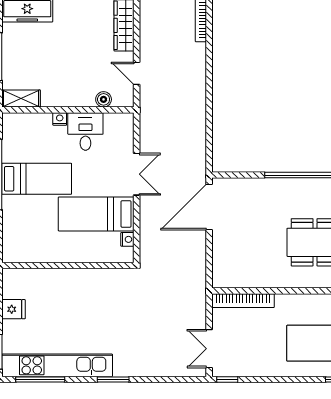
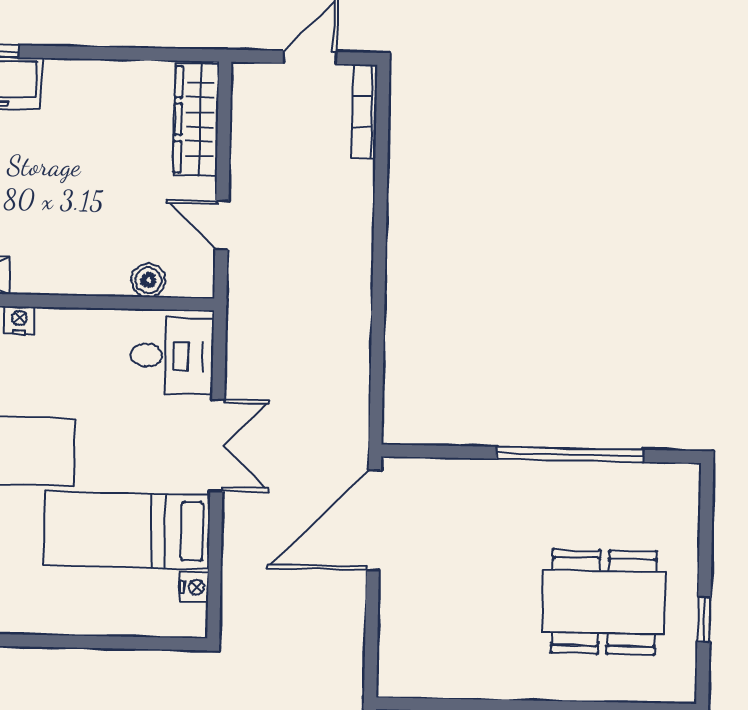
nightstand: (60, 119) -> (19, 320), moved
desk: (85, 131) -> (172, 356), moved, turned 90

